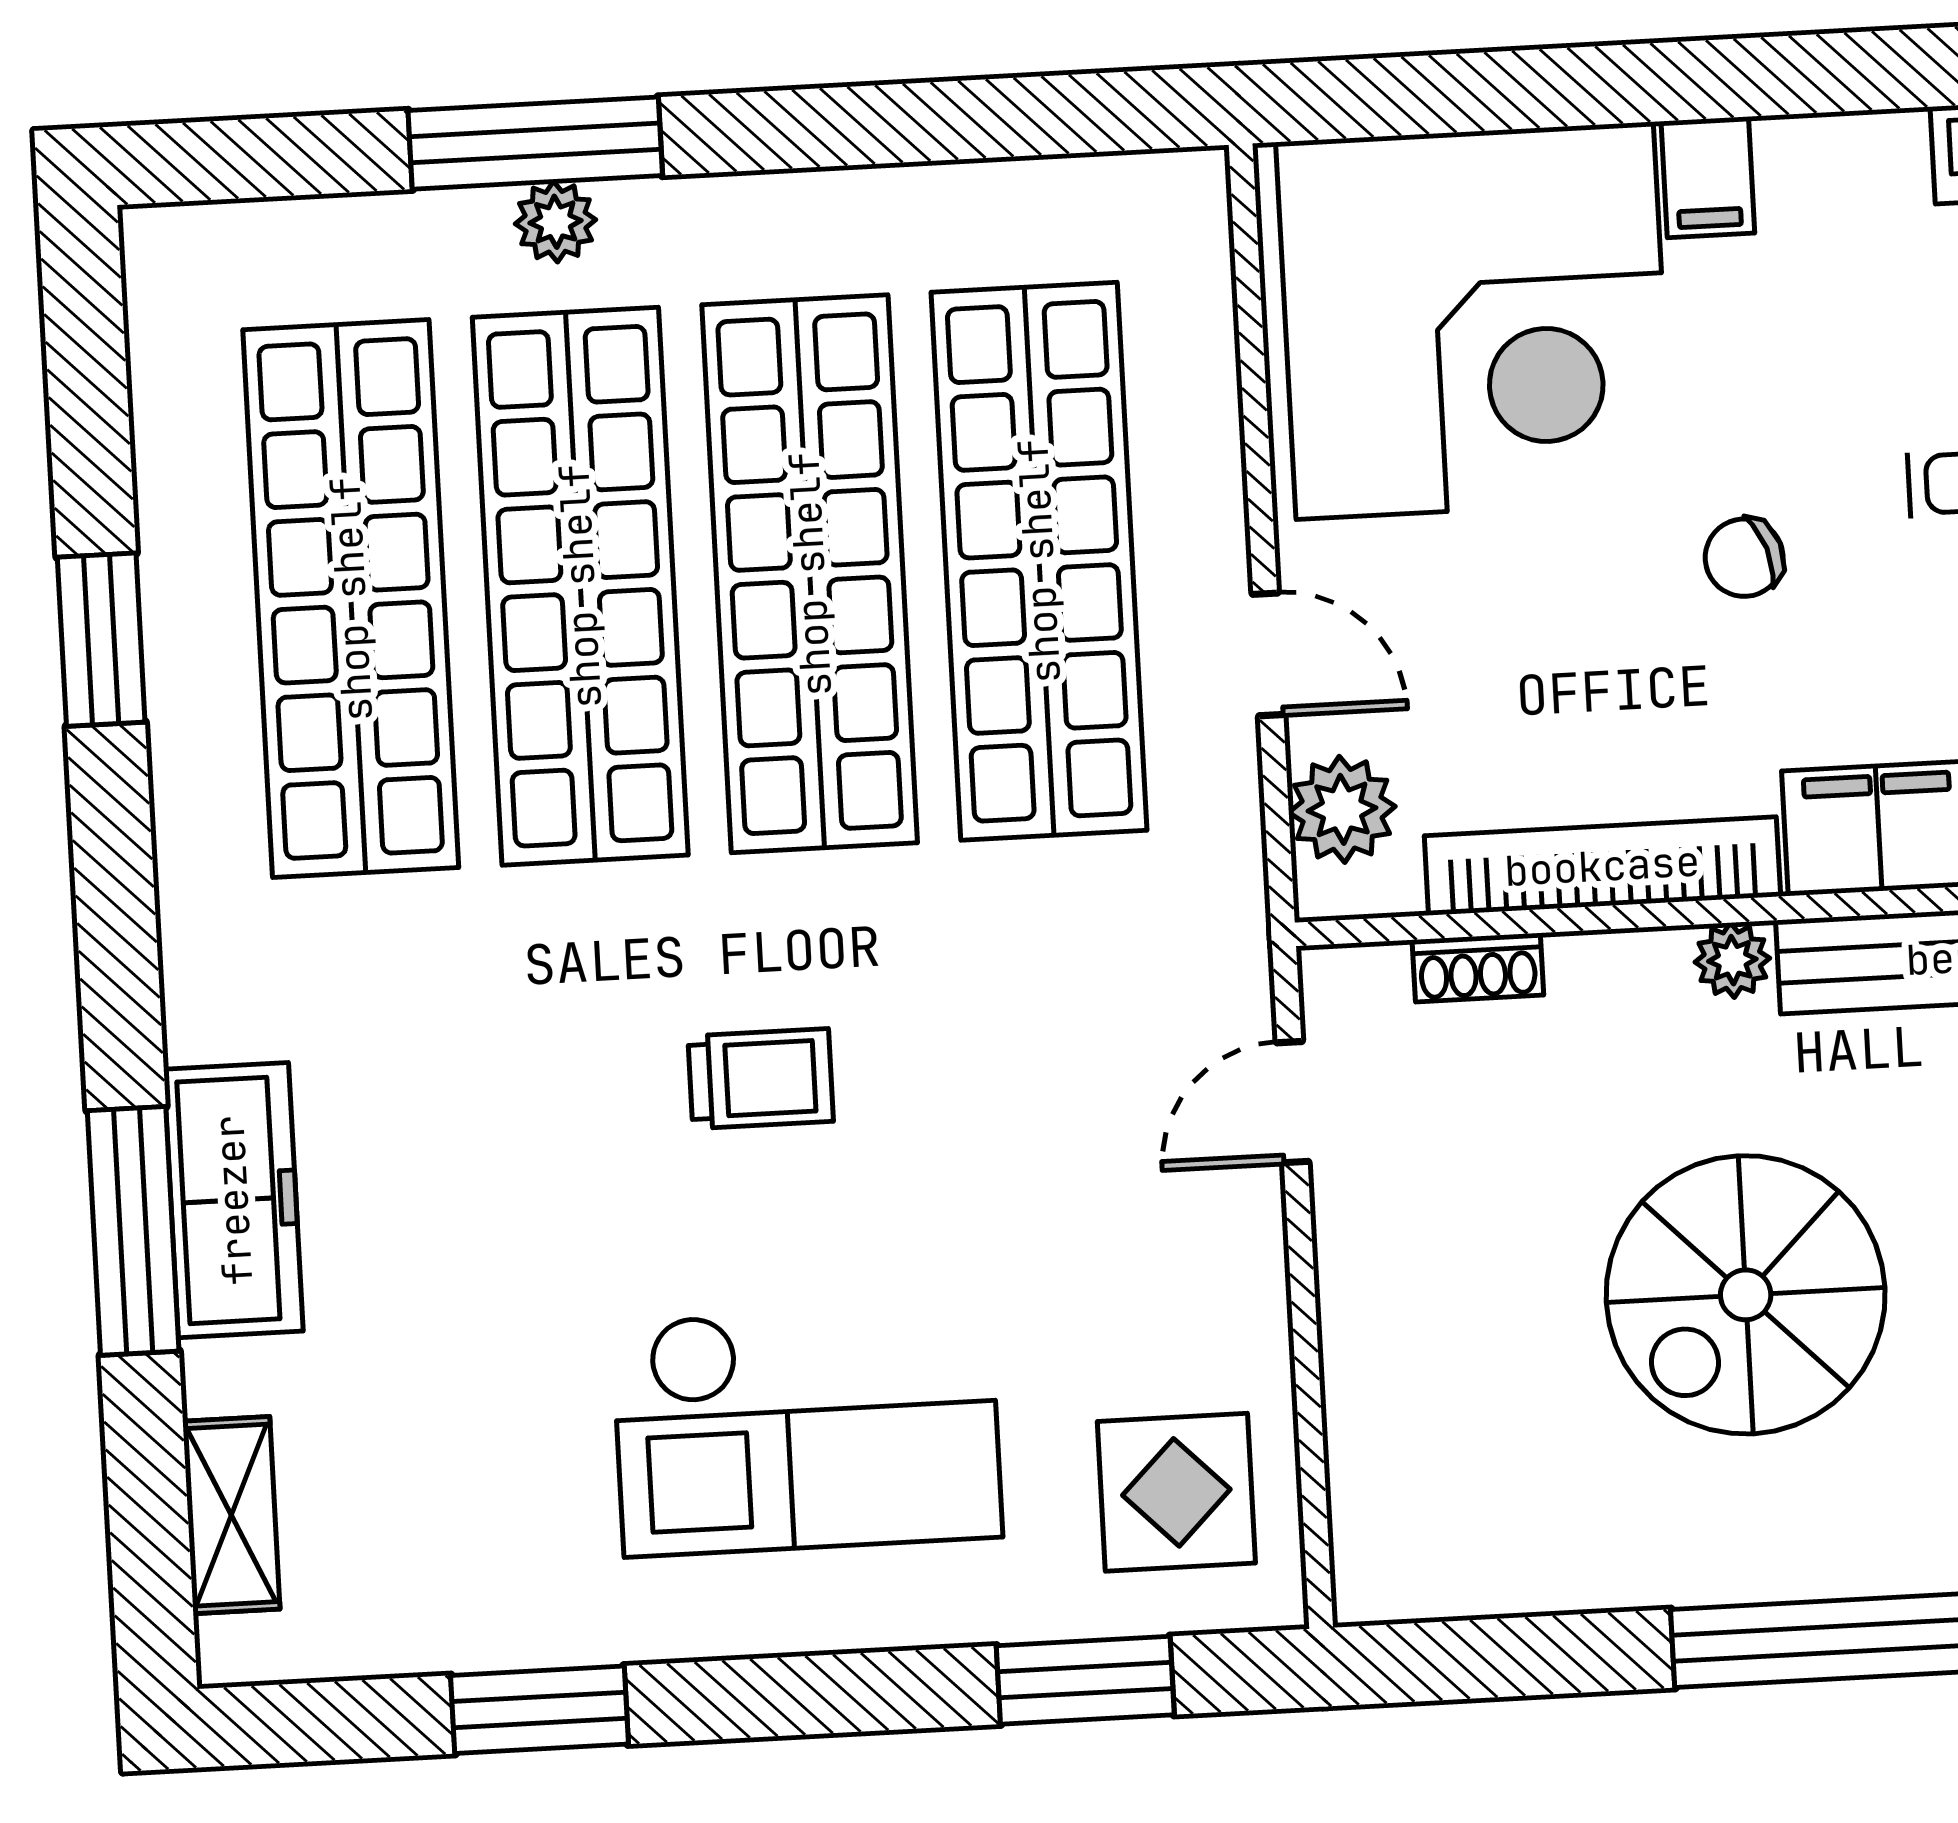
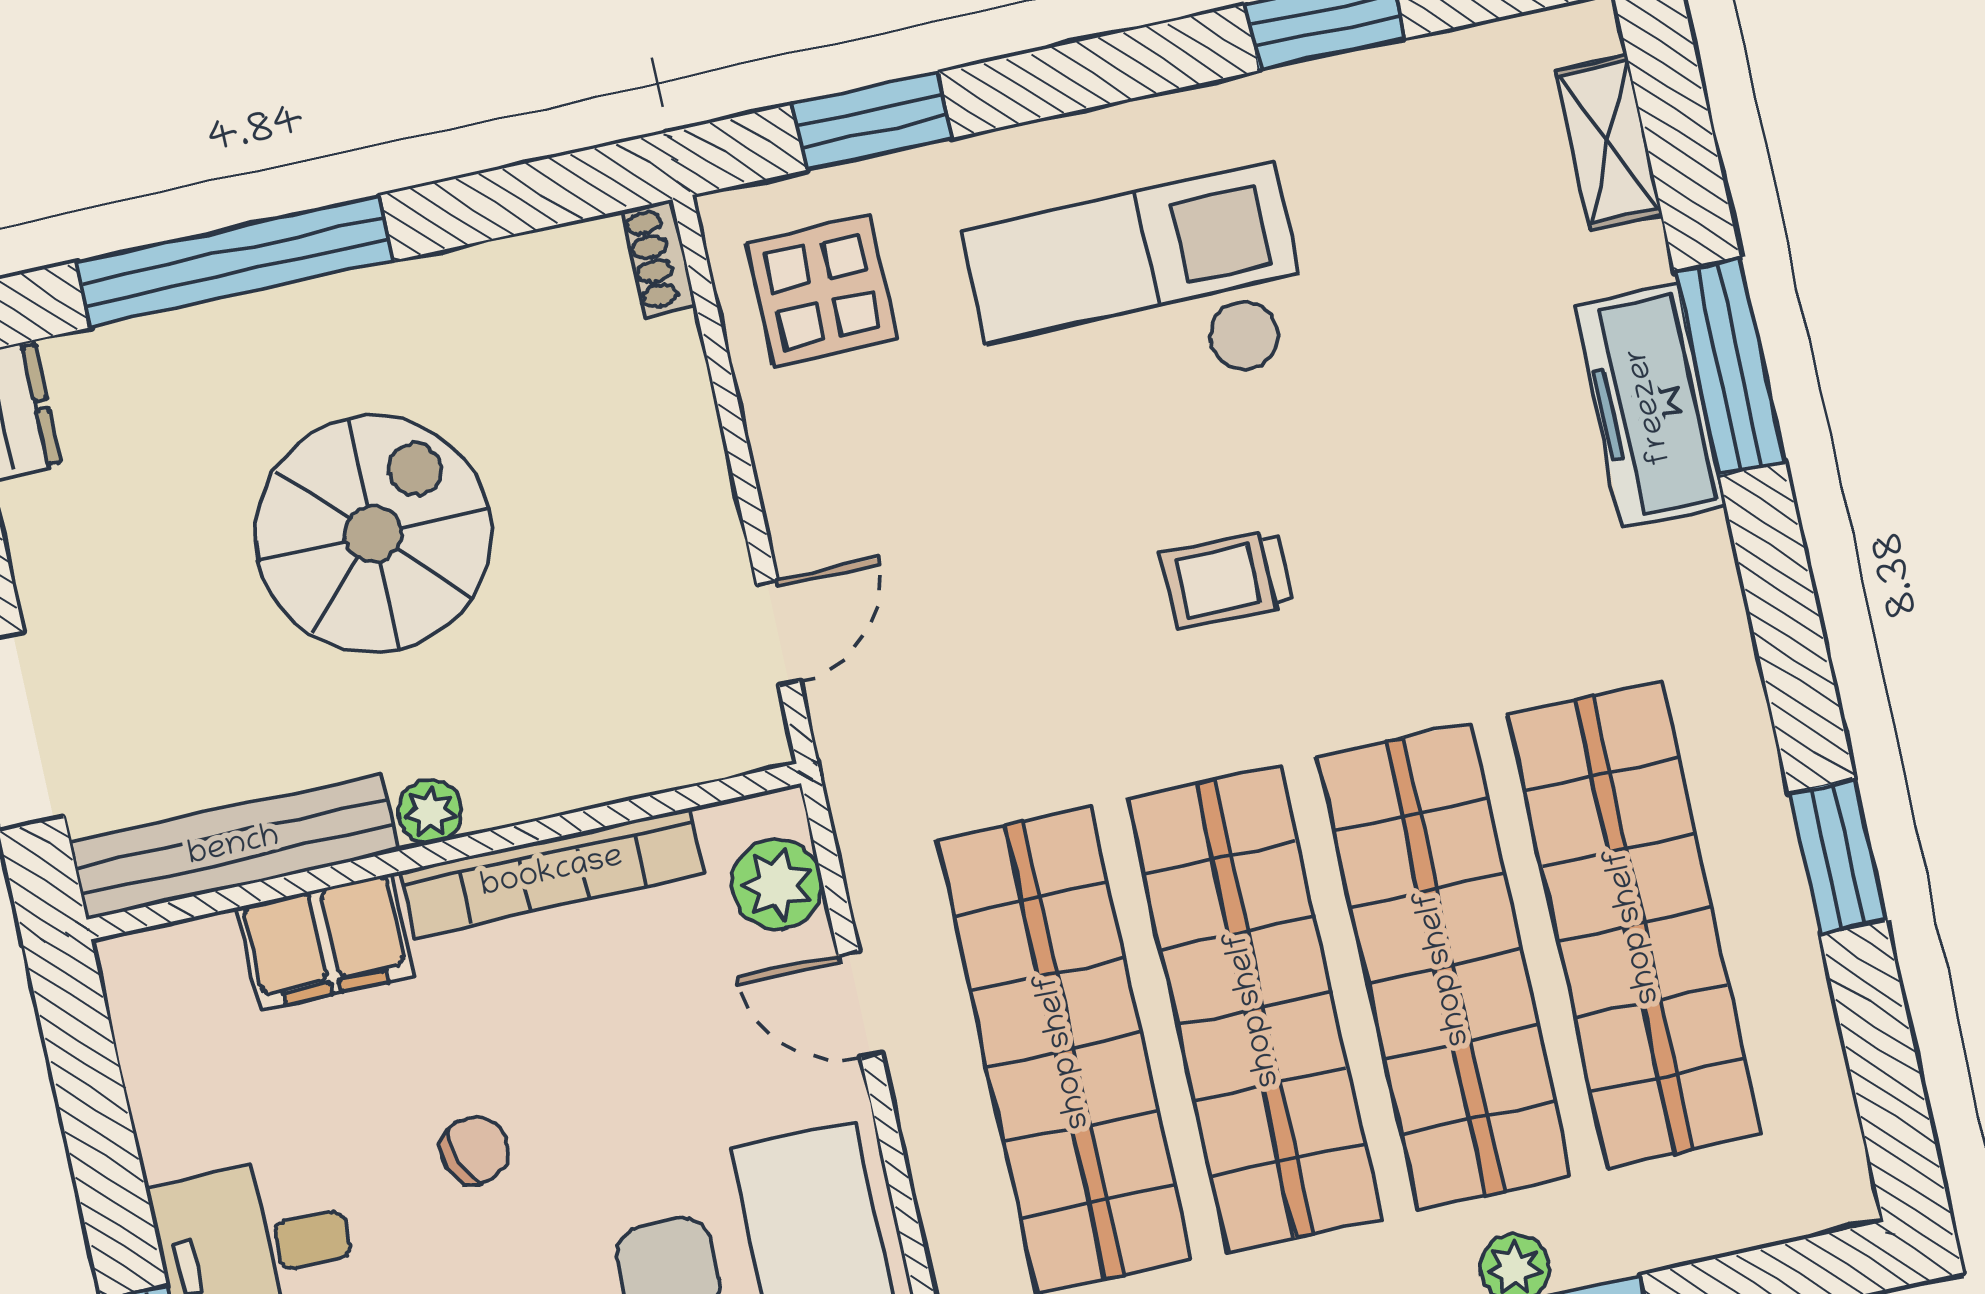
shoe rack: (1478, 968) -> (659, 258), moved, turned -90

